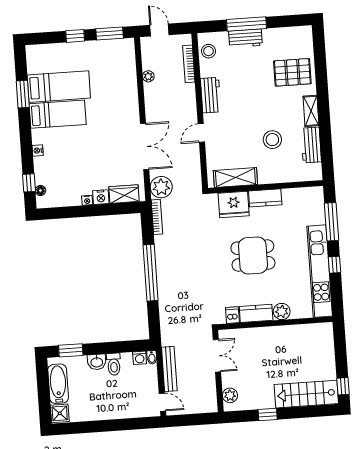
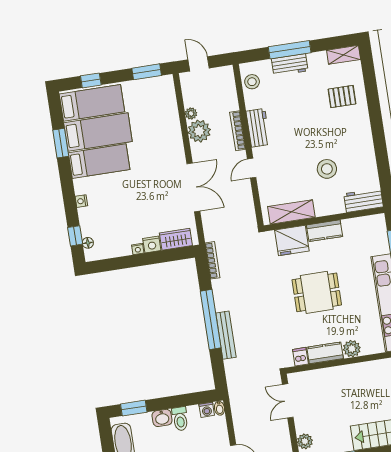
window: (75, 36) -> (91, 80), moved
bed: (55, 59) -> (92, 103), added
bookcase: (189, 64) -> (238, 131), moved
pallet: (292, 72) -> (342, 97), width x0.67, depth x0.71
shelving: (311, 111) -> (344, 55), moved, turned 90
workbench: (311, 145) -> (364, 200), moved, turned 90
plant: (161, 187) -> (199, 131), moved
double door: (217, 356) -> (288, 401), swing flipped
bench: (169, 369) -> (226, 335), moved

